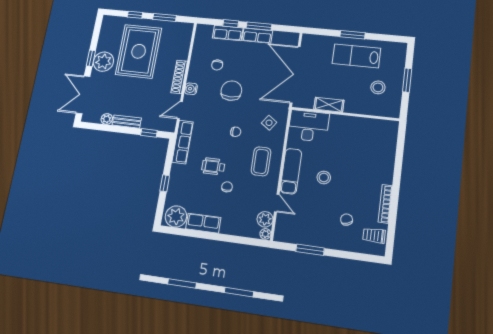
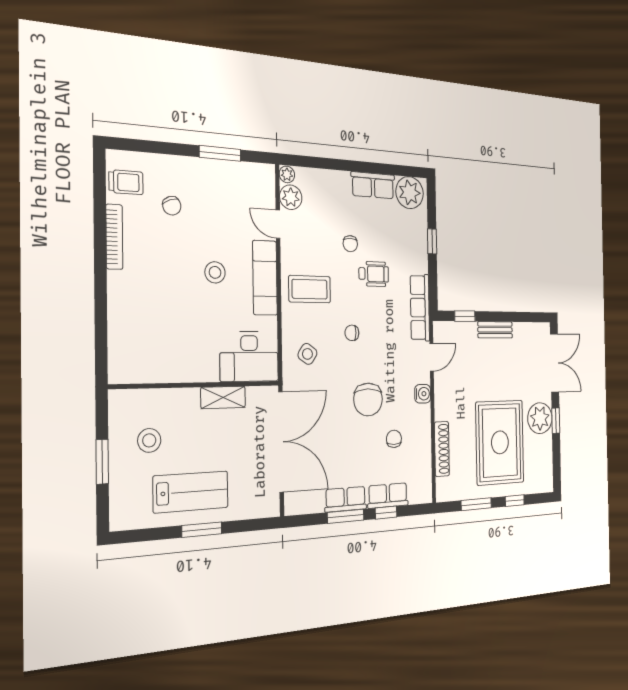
shoe rack: (179, 77) -> (442, 449), moved
plant: (107, 119) -> (520, 330), removed
coffee table: (261, 161) -> (310, 289), turned 90

